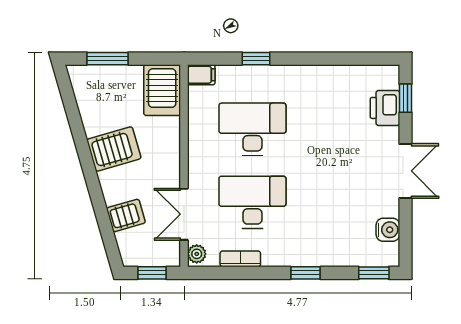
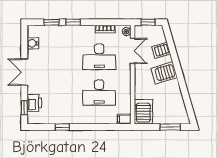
window: (256, 59) -> (62, 127), moved
server rack: (114, 149) -> (164, 73), moved
window: (374, 273) -> (52, 22), moved

